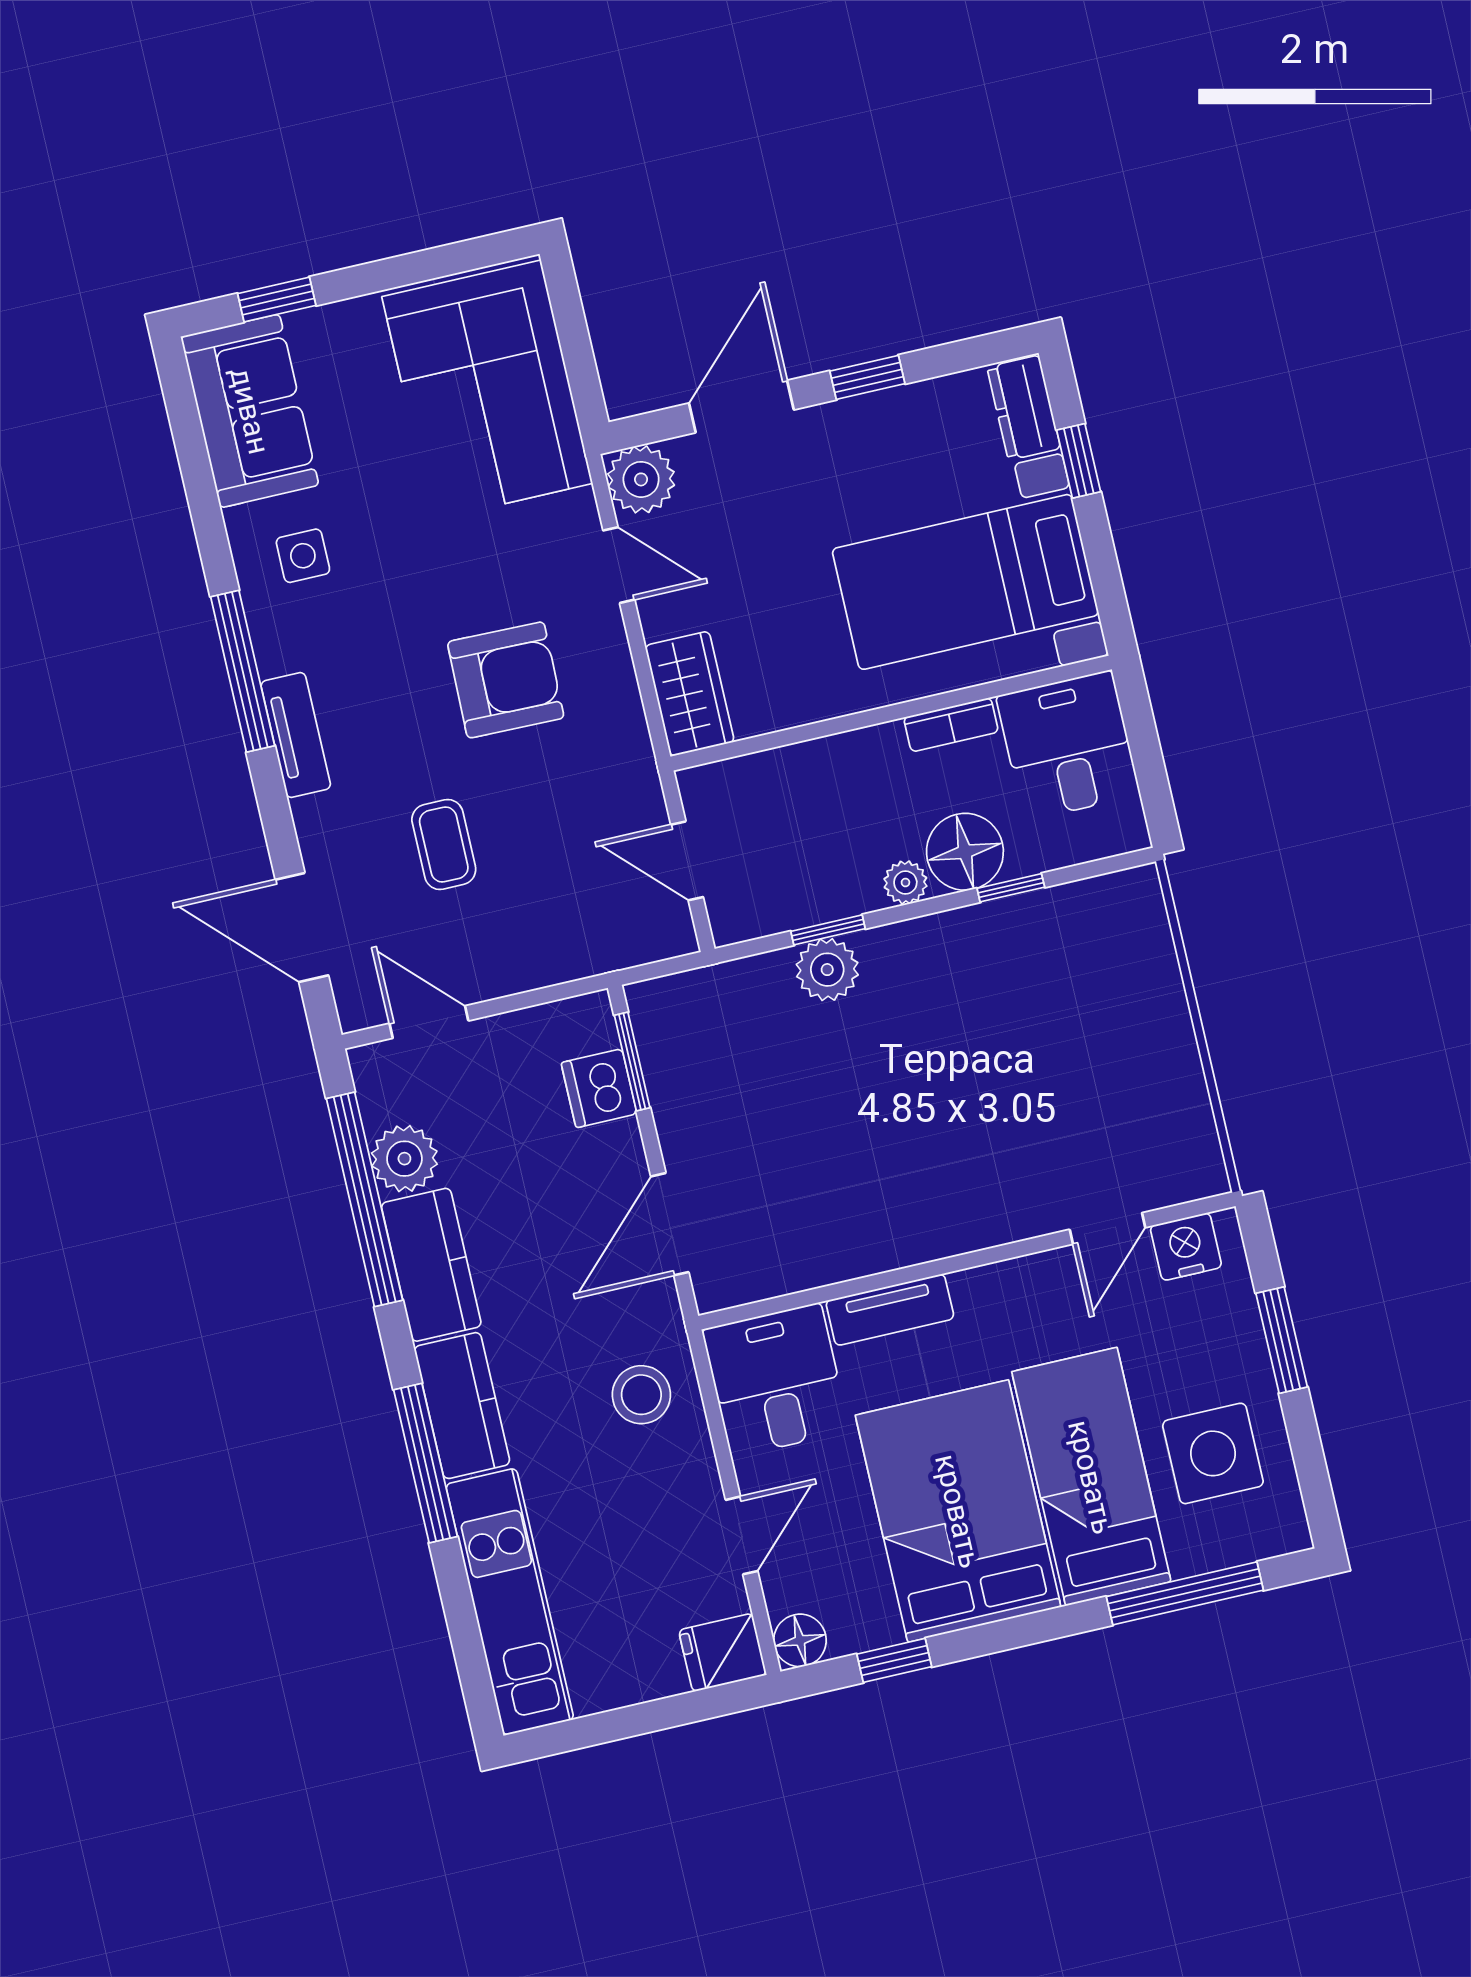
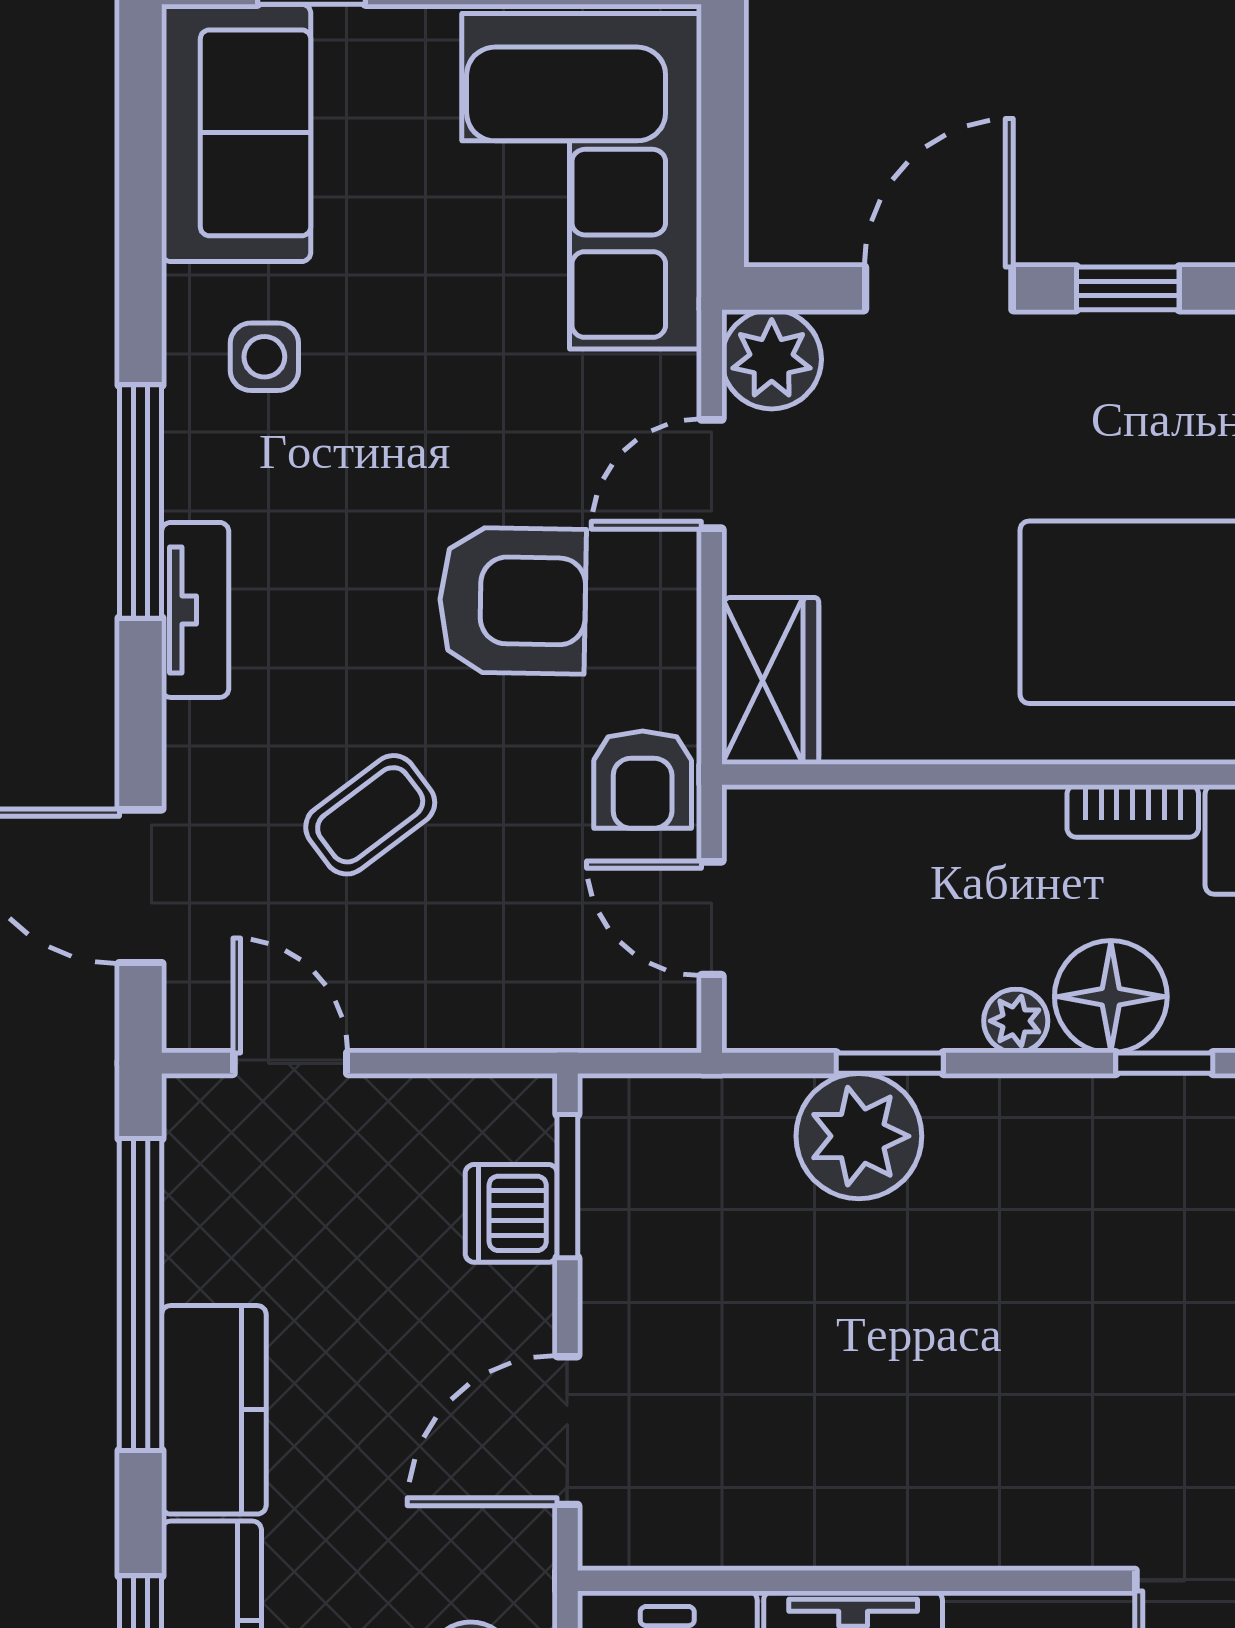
door: (619, 565) -> (712, 474), swing flipped
armchair: (620, 779) -> (643, 780), added
coffee table: (444, 845) -> (370, 815), turned 53
plant: (827, 970) -> (859, 1136), width x1.36, depth x1.36
plant: (404, 1159) -> (211, 1250), removed

